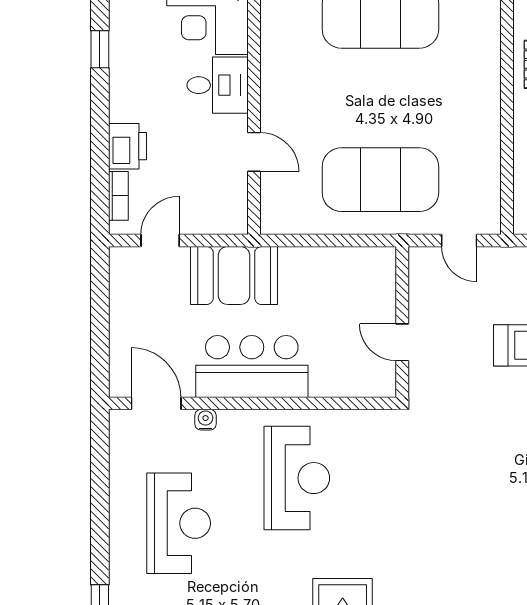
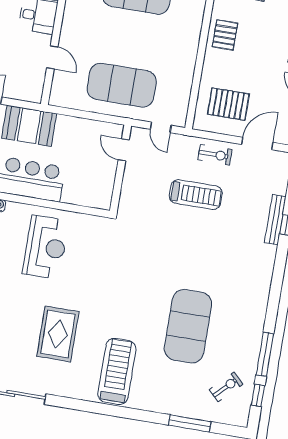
door: (402, 342) -> (124, 150), moved

